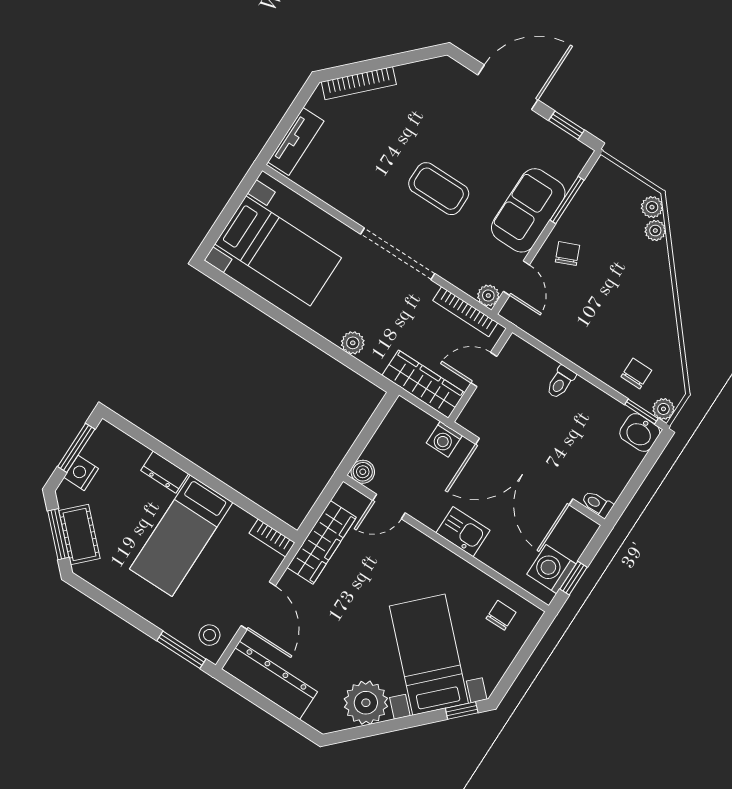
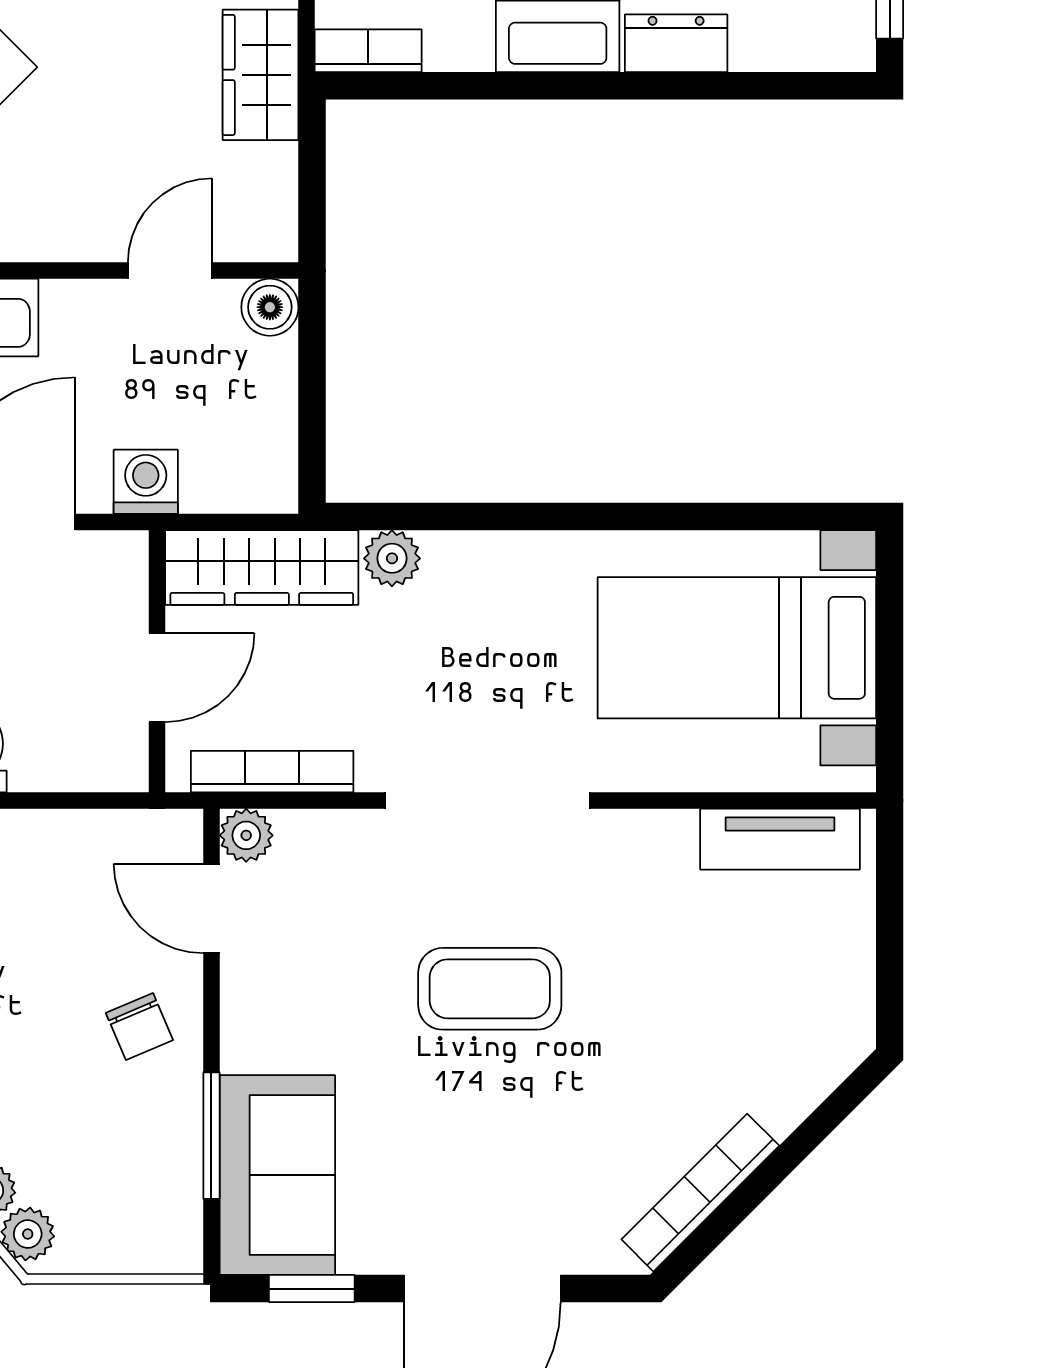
bookcase: (359, 83) -> (700, 1193), moved
tv unit: (296, 142) -> (780, 839), moved, turned -90
sofa: (528, 210) -> (277, 1175), moved
plant: (353, 343) -> (392, 558), moved
wardrobe: (322, 542) -> (261, 75), width x0.67

